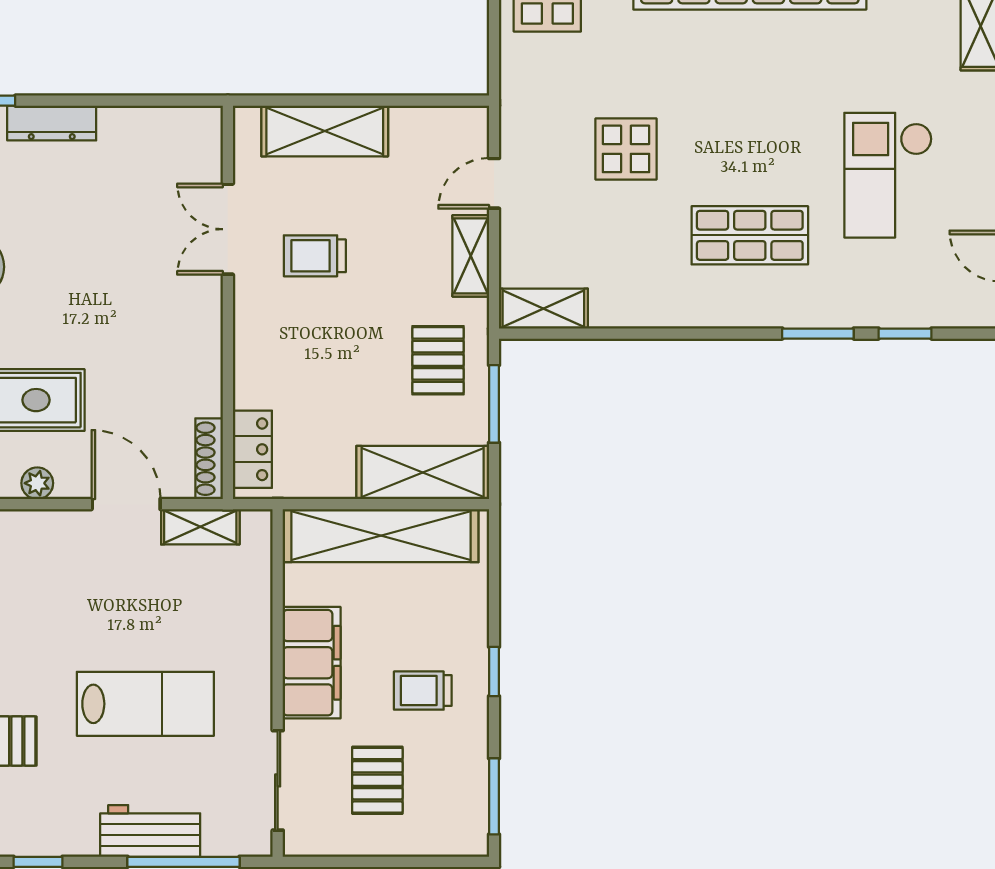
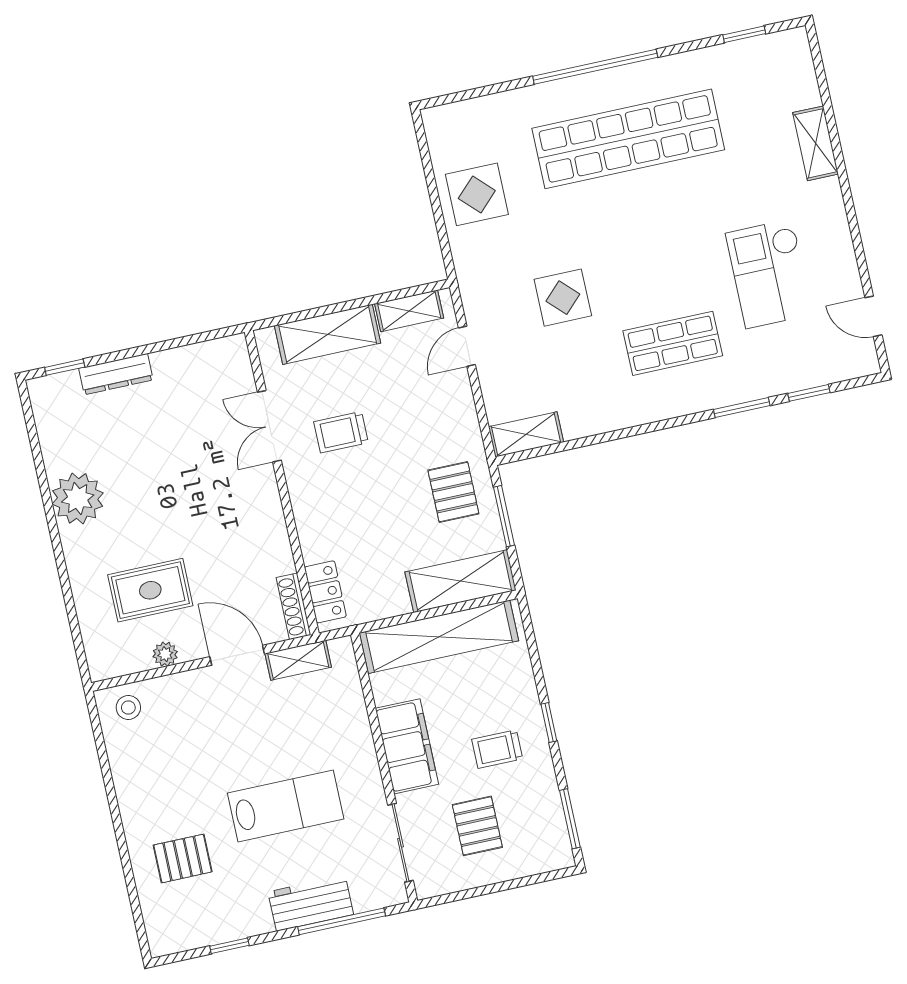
shelving: (471, 256) -> (409, 311), moved, turned 90

